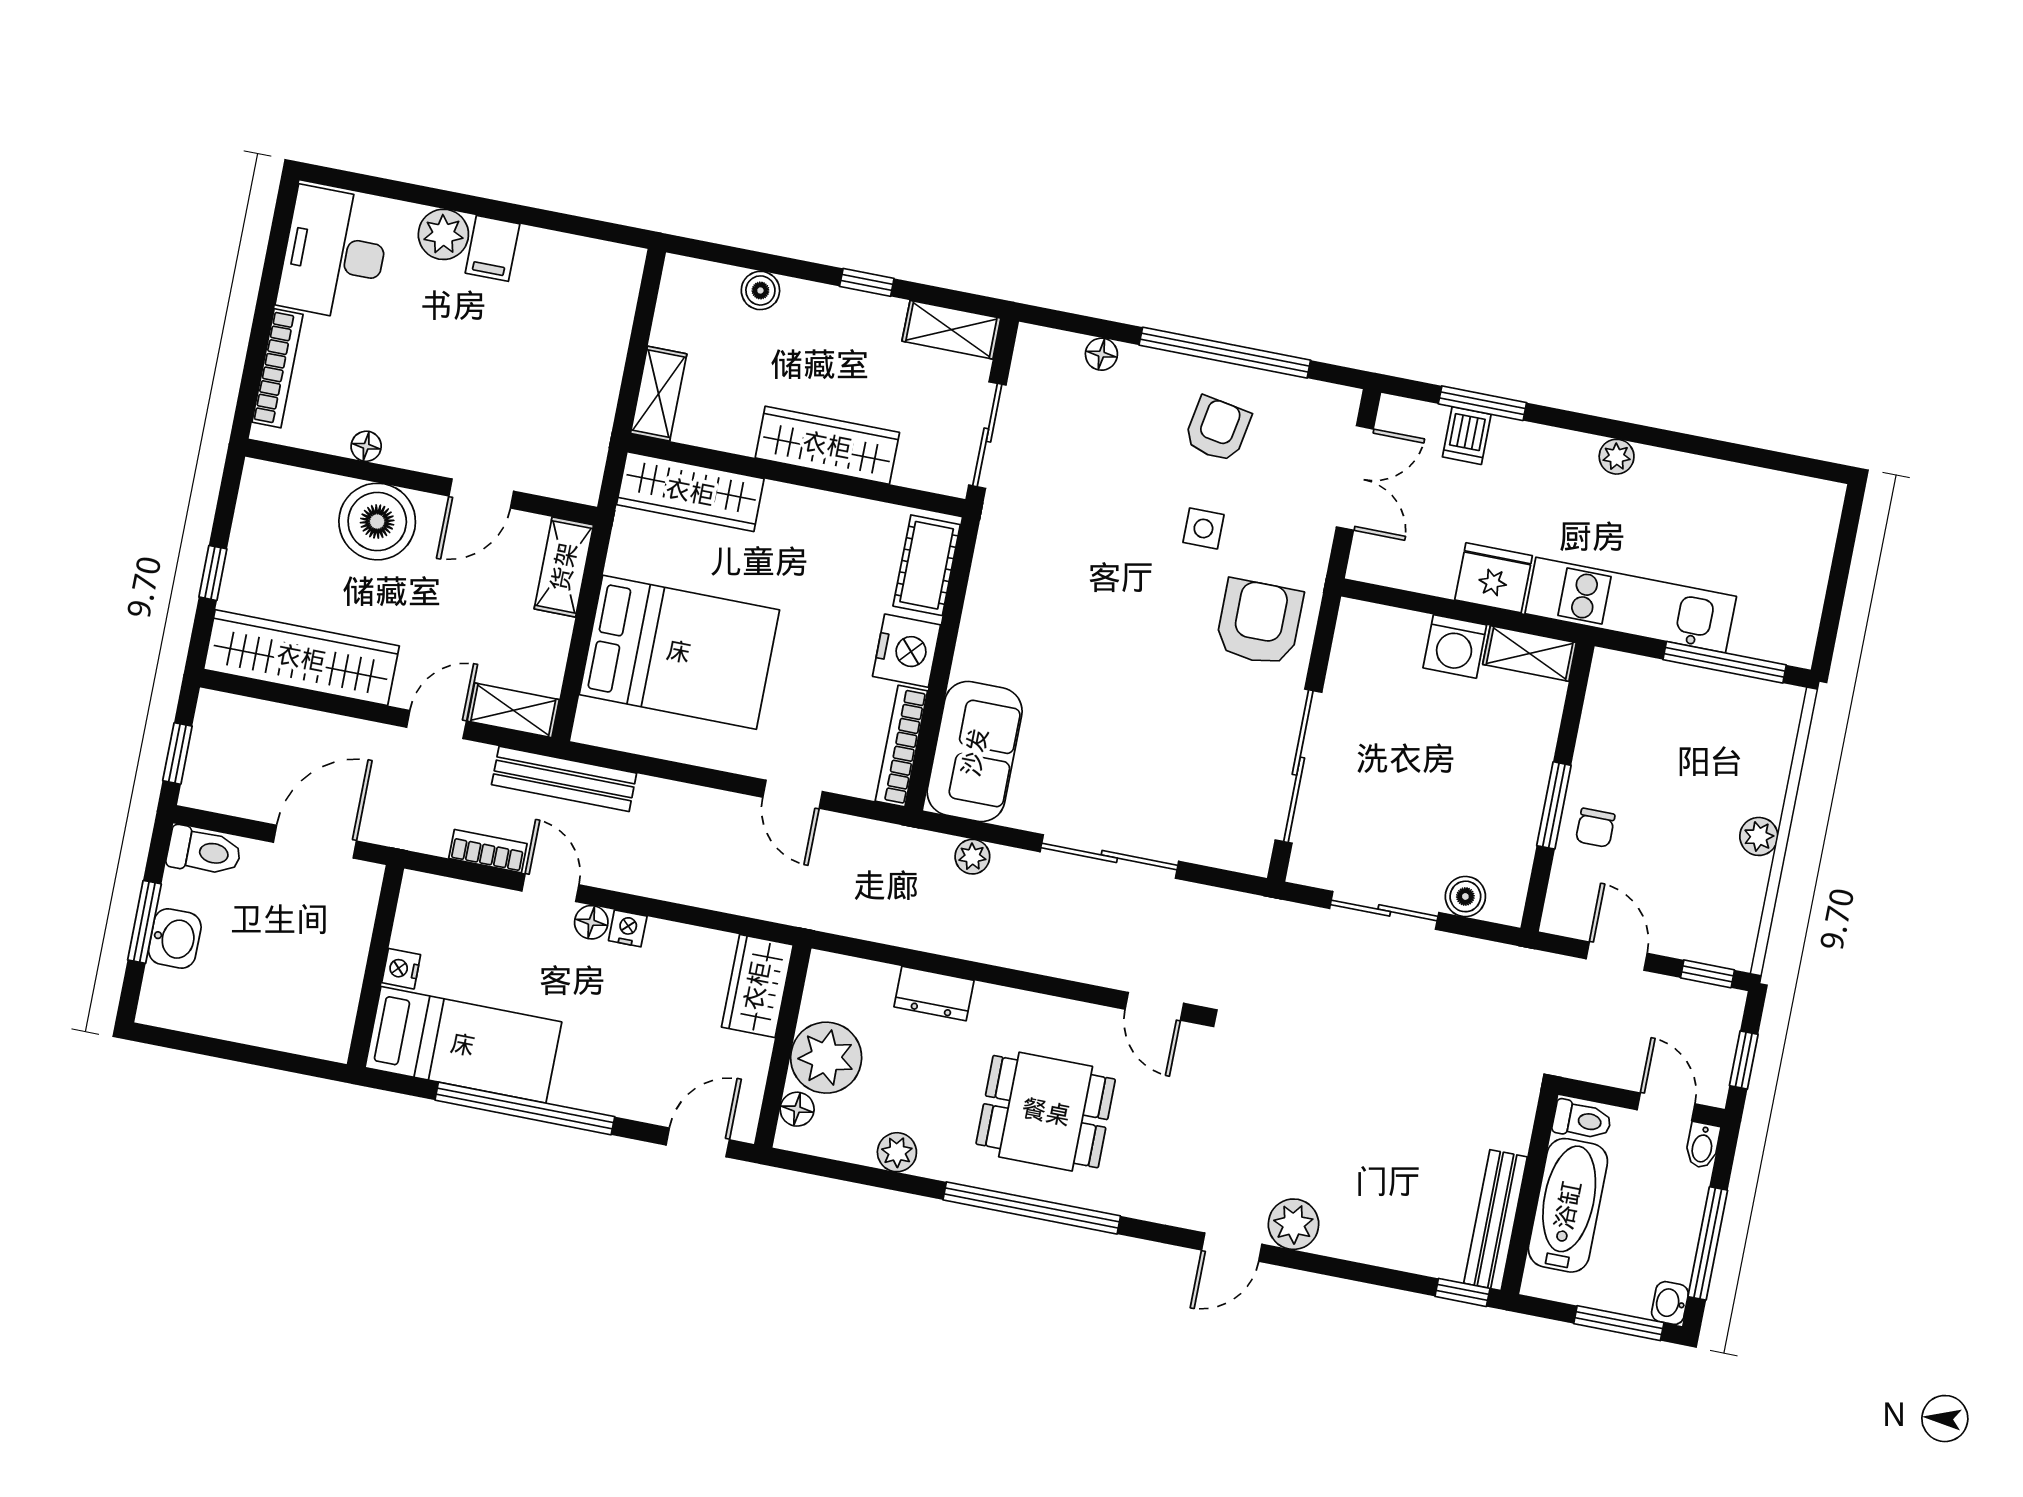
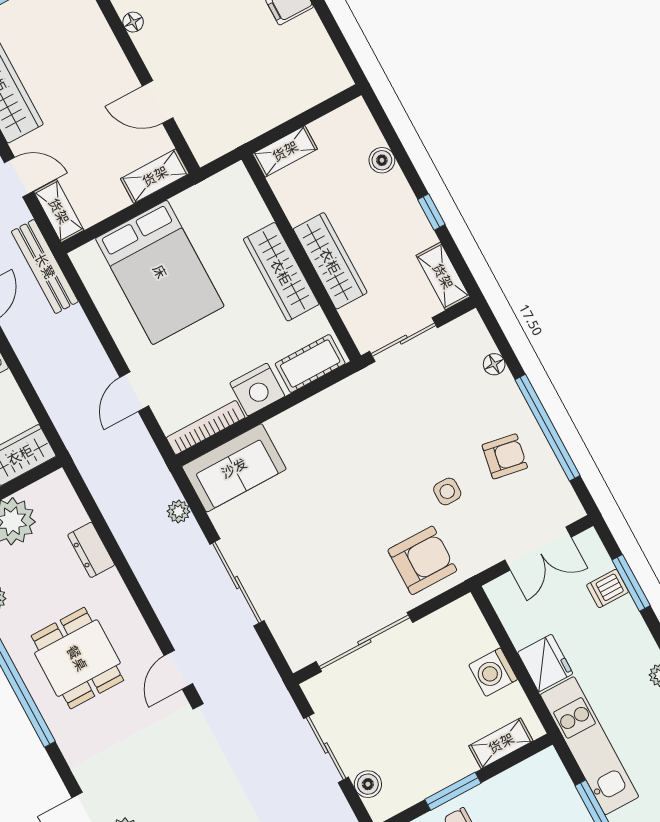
wardrobe: (690, 492) -> (281, 272), moved
boiler: (377, 522) -> (99, 60), removed
shelving: (1530, 654) -> (501, 743), moved, turned 90

